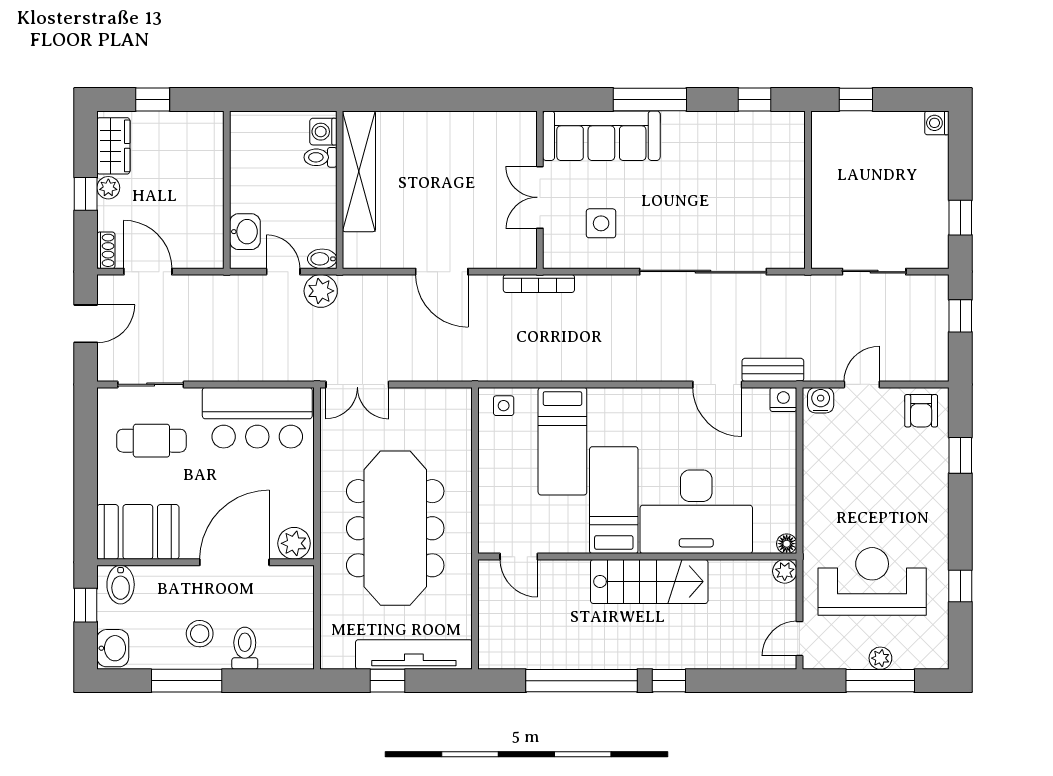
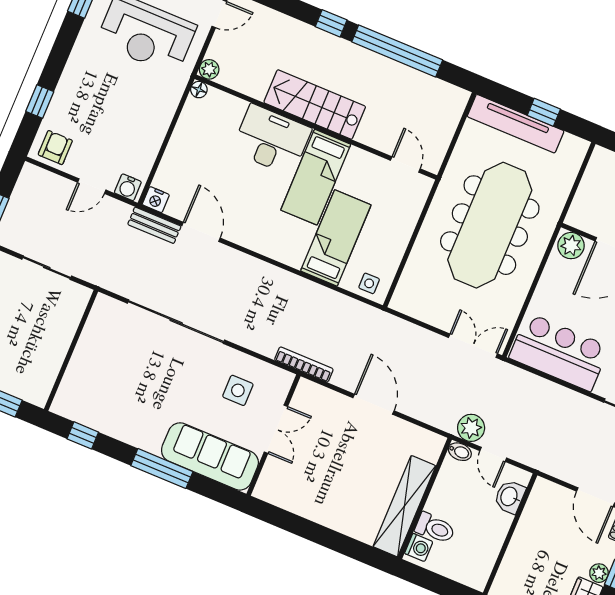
toilet: (320, 157) -> (435, 528), width x1.37, depth x1.39
desk: (696, 512) -> (271, 140), width x0.73, depth x0.77

